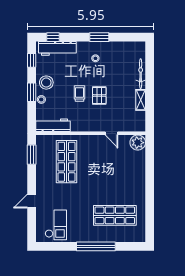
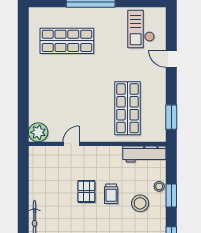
stool: (46, 83) -> (140, 203), moved
shelving: (141, 100) -> (34, 186), removed
door: (111, 133) -> (71, 144), hinge flipped
door: (32, 201) -> (171, 59), swing flipped

